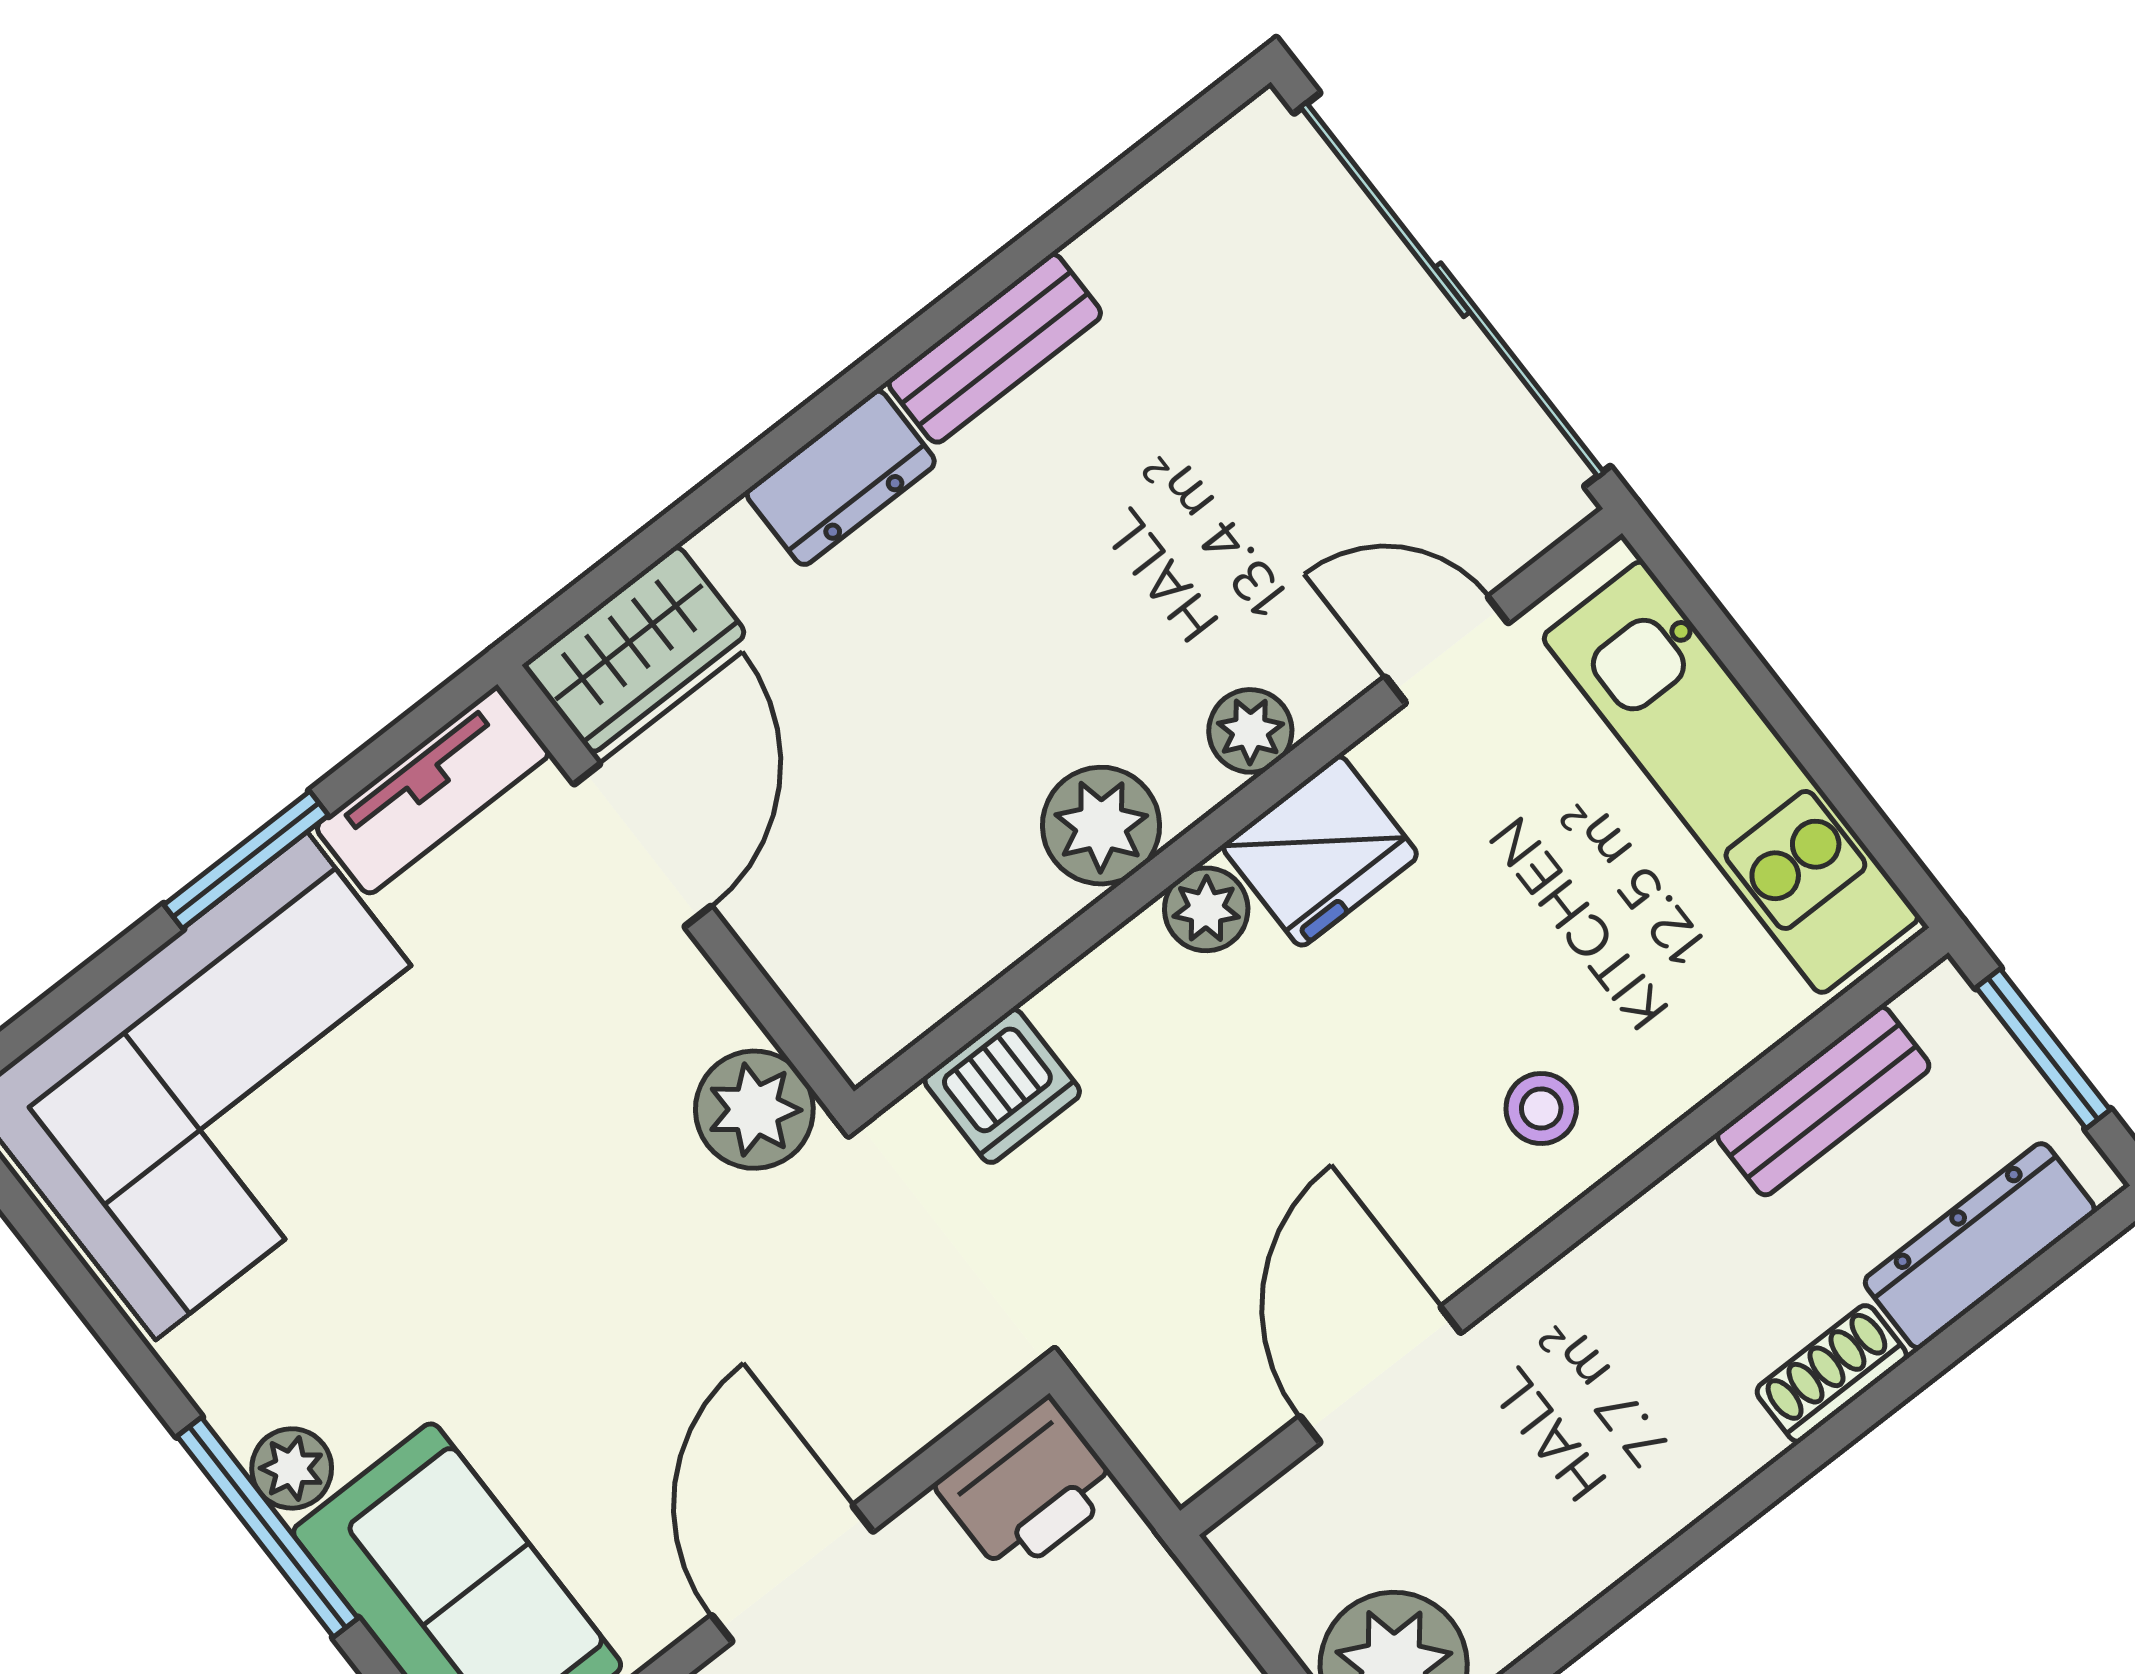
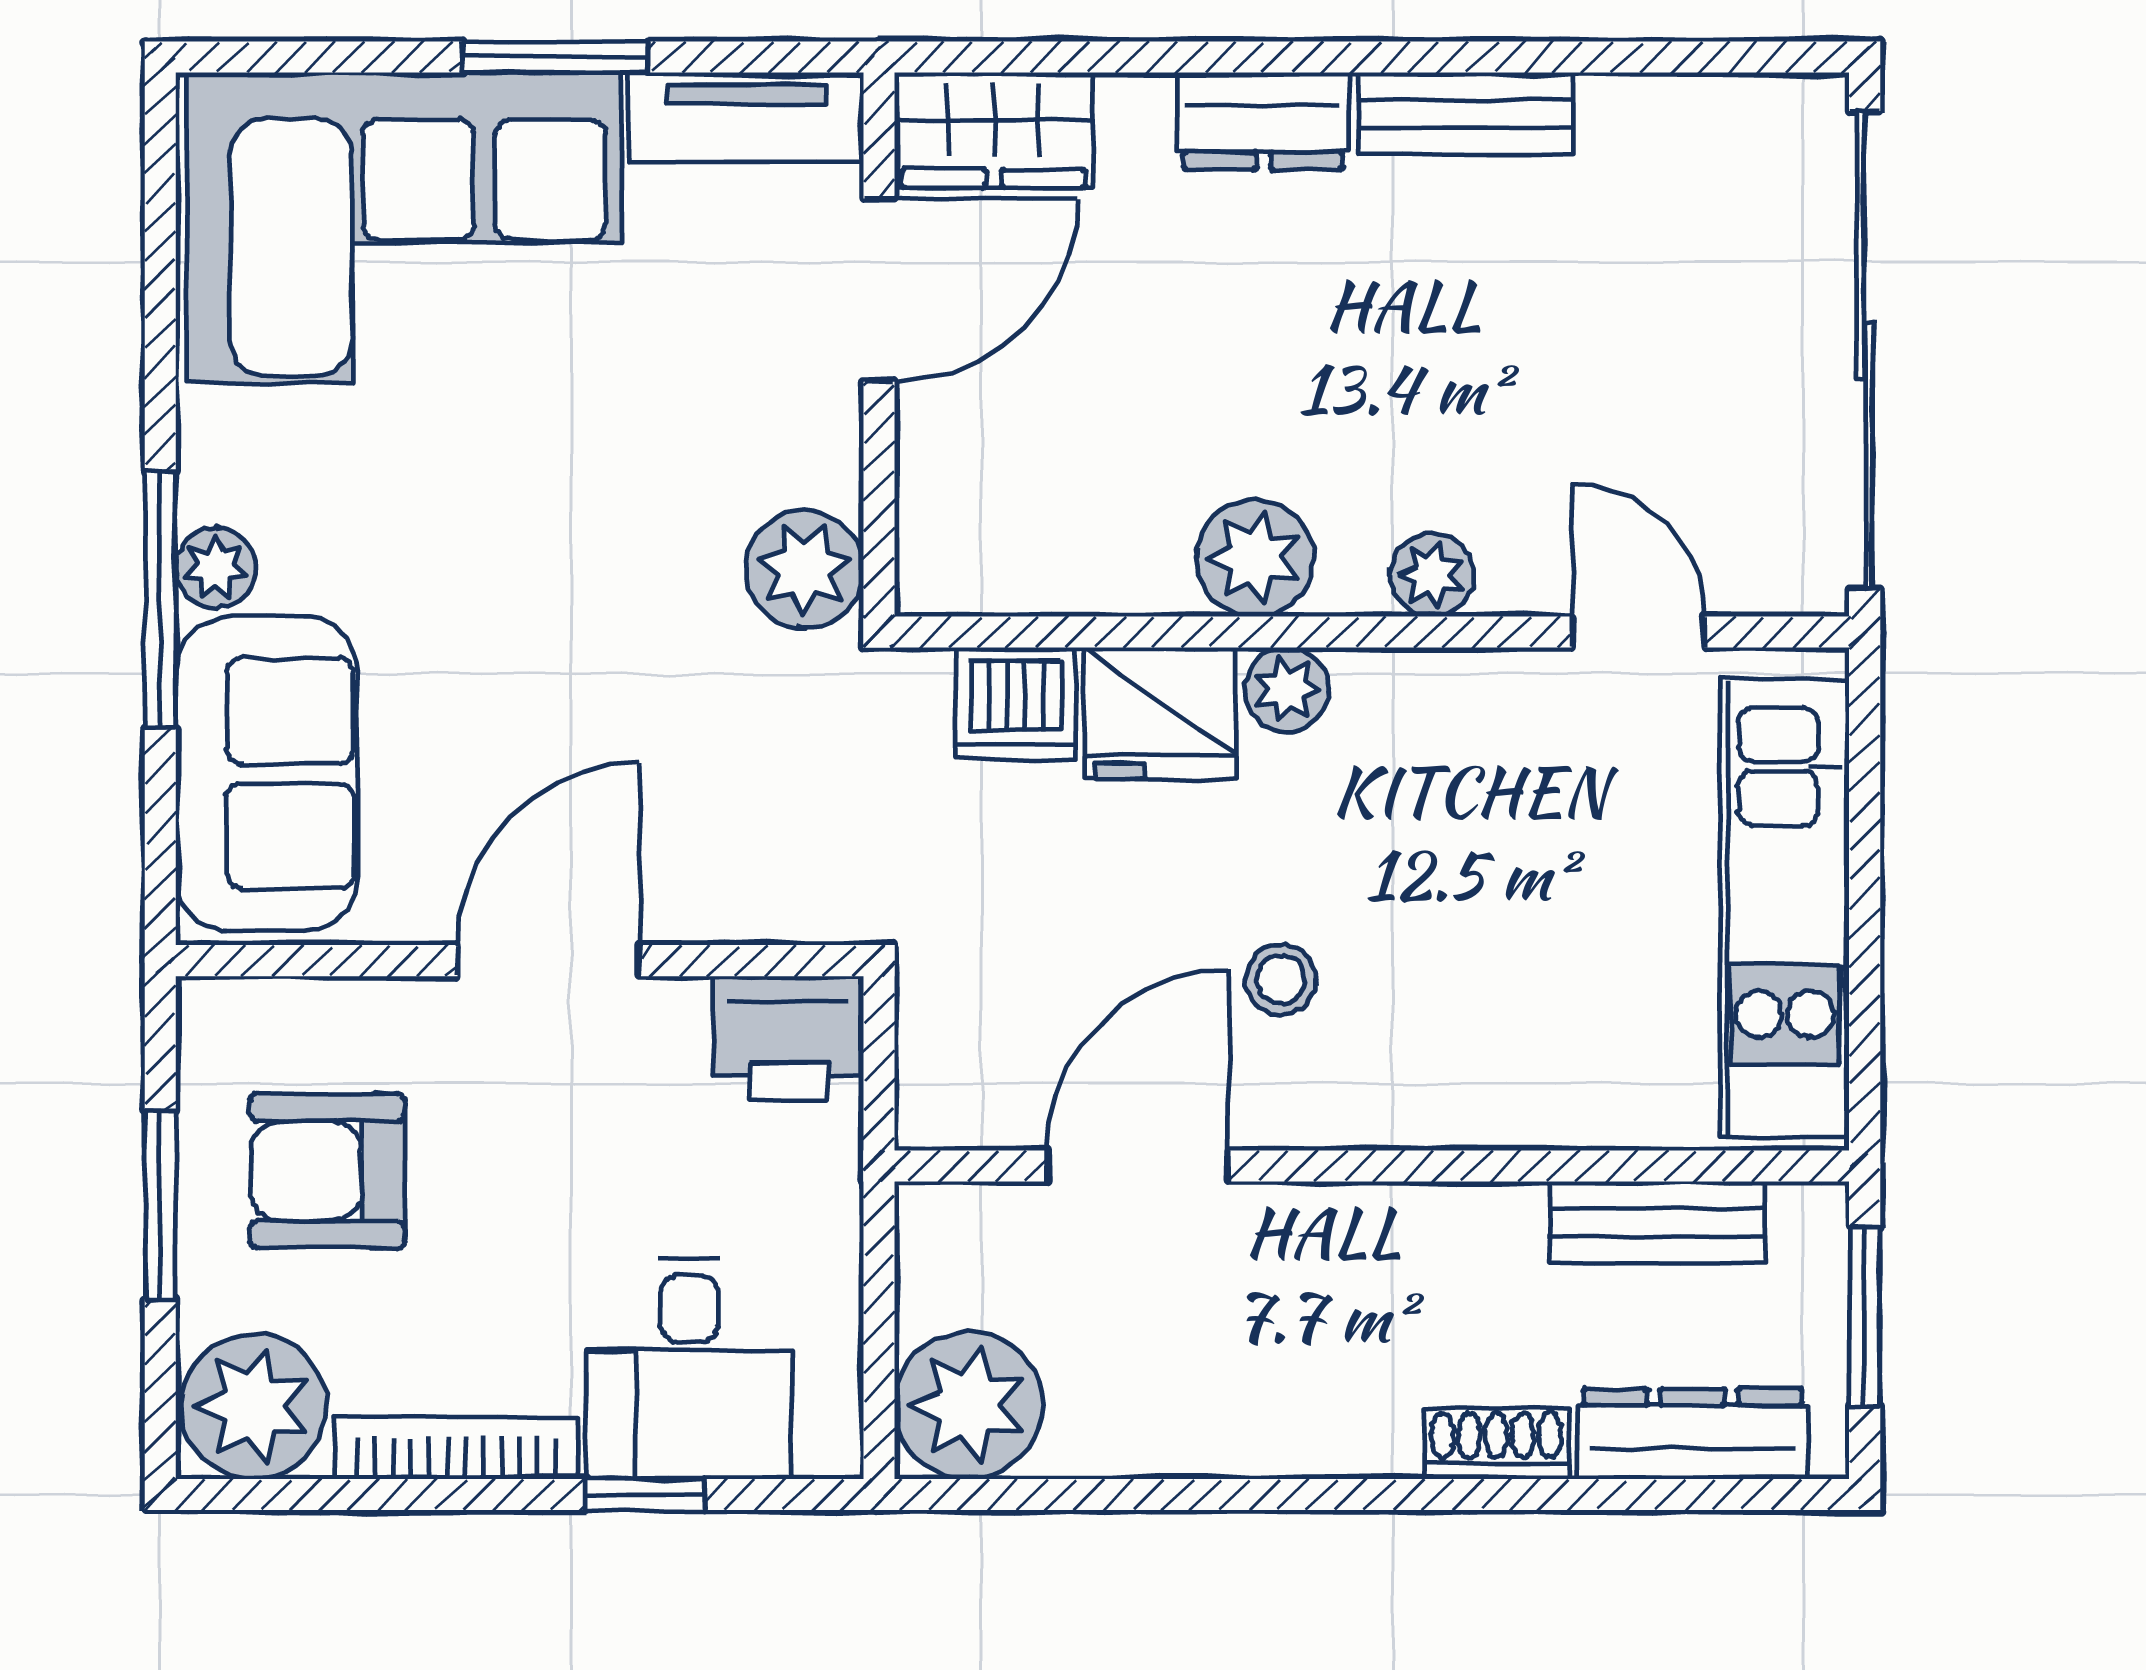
fridge: (1320, 851) -> (1160, 713), moved
stool: (1541, 1108) -> (1281, 979), moved

